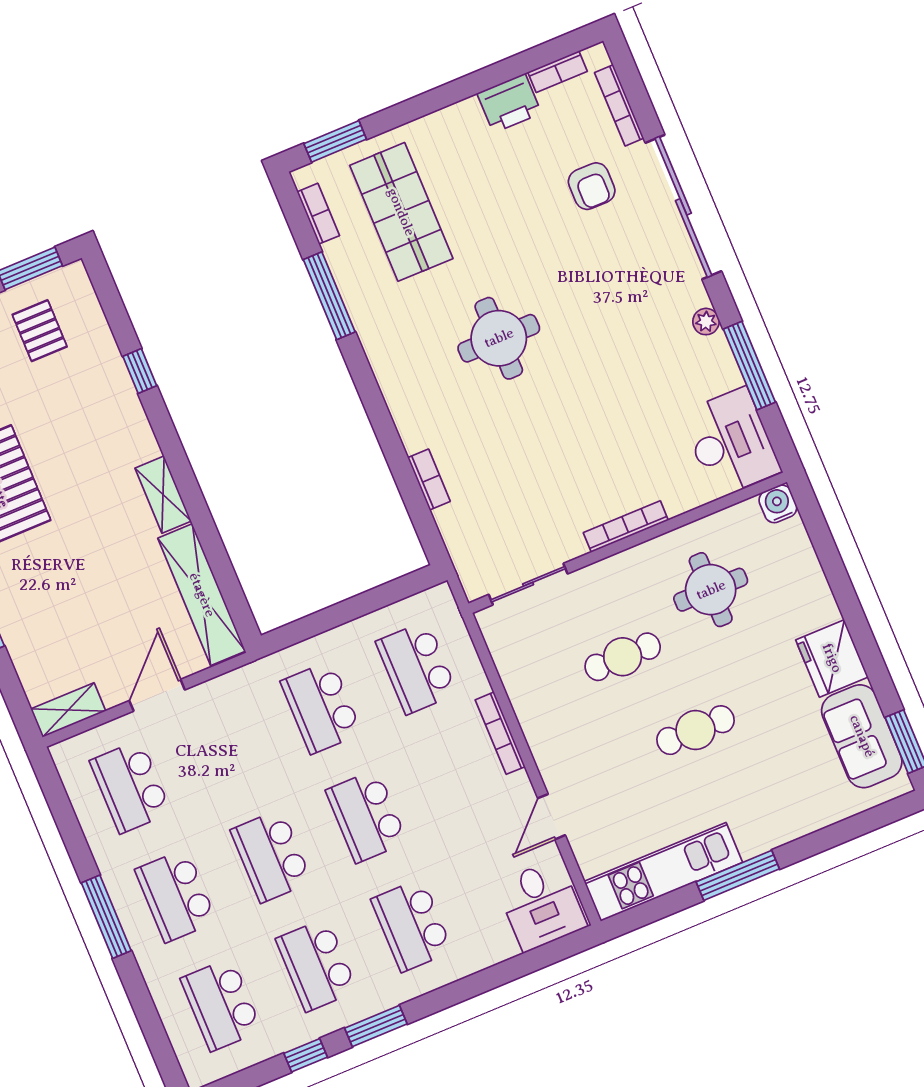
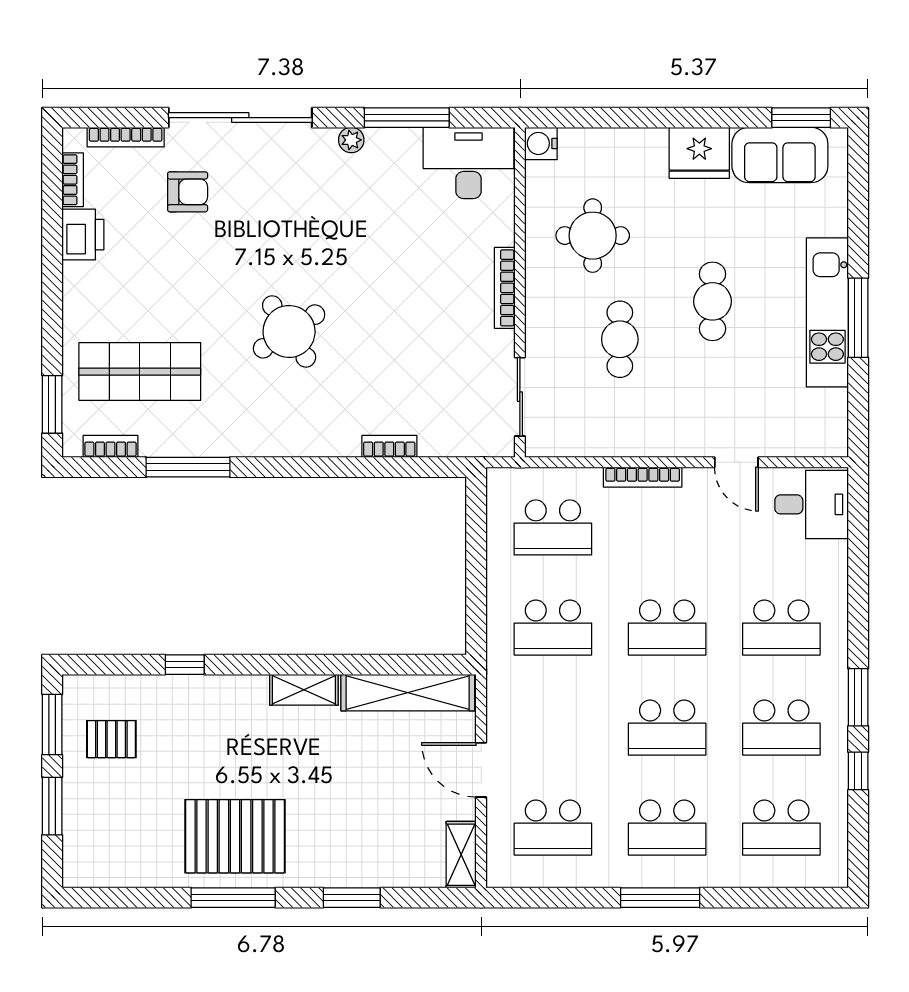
round table: (499, 338) -> (289, 331), turned -33
kitchen unit: (663, 872) -> (827, 312), moved

